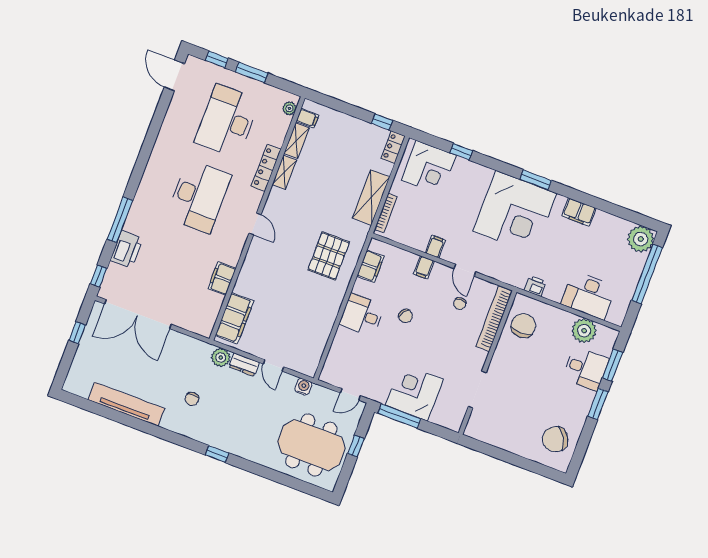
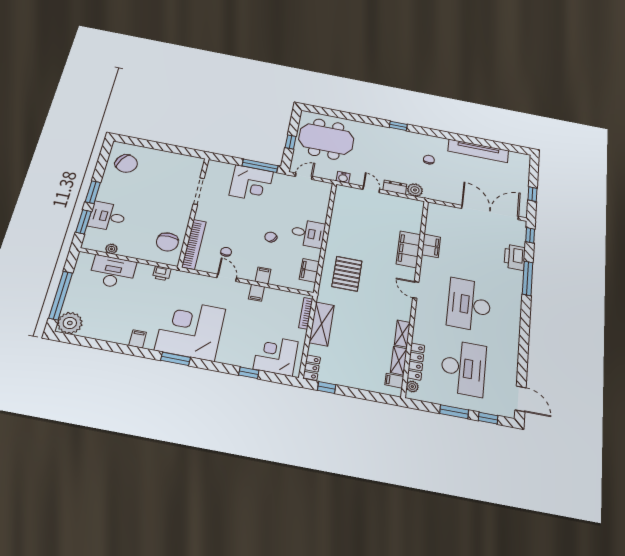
locker: (266, 168) -> (416, 361), moved
filing cabinet: (579, 212) -> (138, 339), width x0.50
filing cabinet: (234, 318) -> (408, 249), moved
plant: (584, 331) -> (111, 249), width x0.53, depth x0.53
chair: (555, 439) -> (126, 163), turned 59

